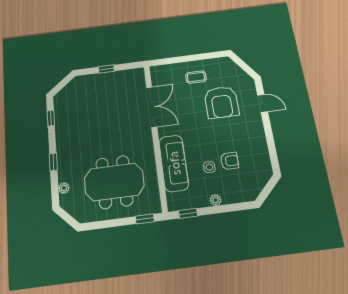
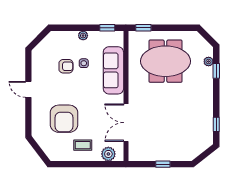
plant: (167, 72) -> (108, 154), added
armchair: (221, 102) -> (64, 119), turned 180
door: (263, 103) -> (28, 89), moved
armchair: (230, 161) -> (66, 66), turned 180
window: (53, 162) -> (216, 71), moved

